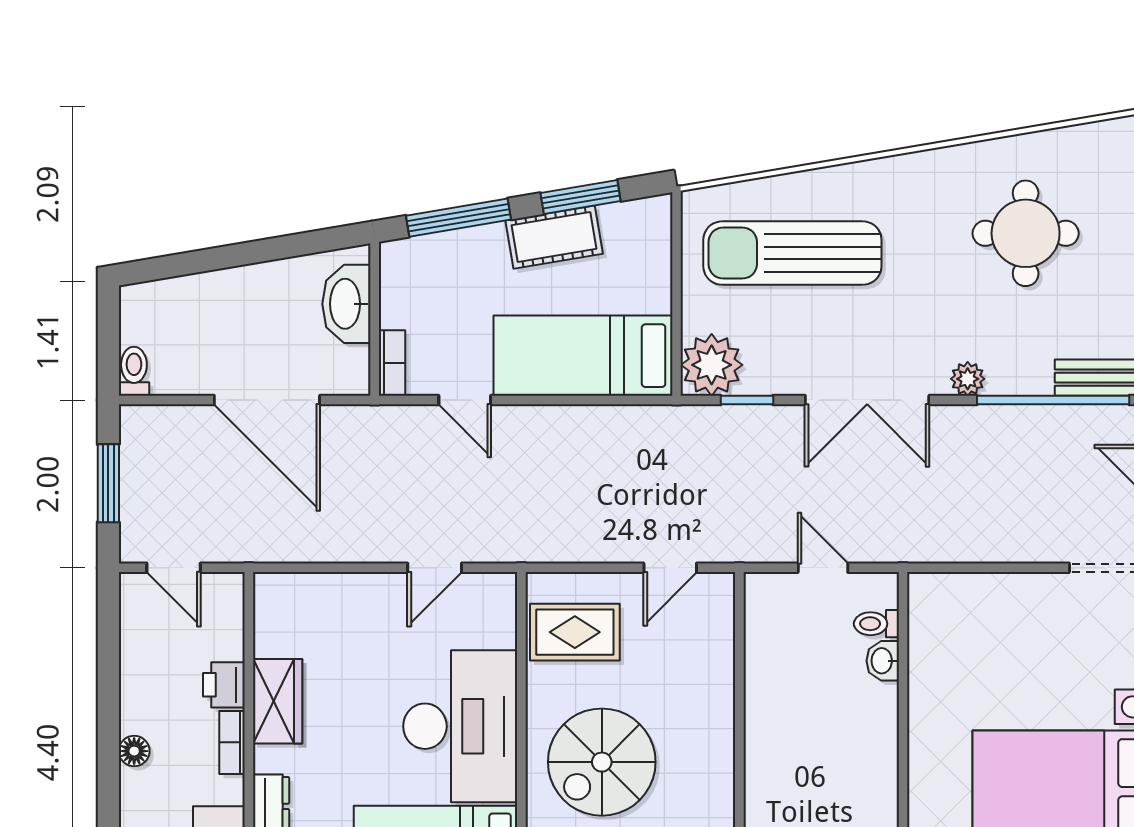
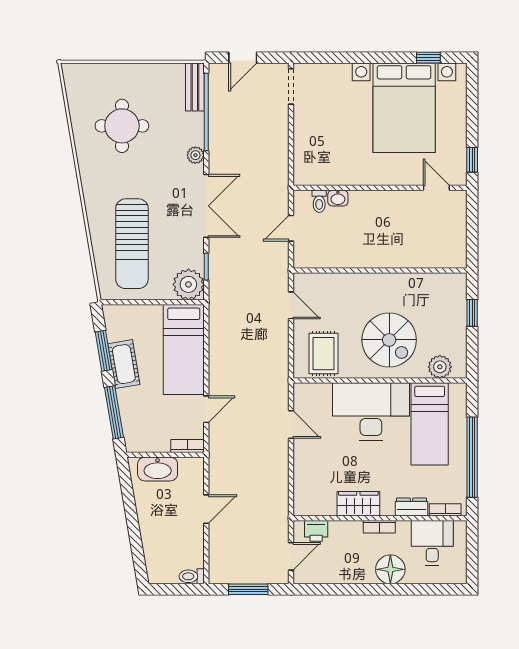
door: (267, 400) -> (206, 509), width x0.53
printer: (224, 685) -> (316, 531), moved
floor lamp: (134, 751) -> (390, 569), width x1.89, depth x1.89

